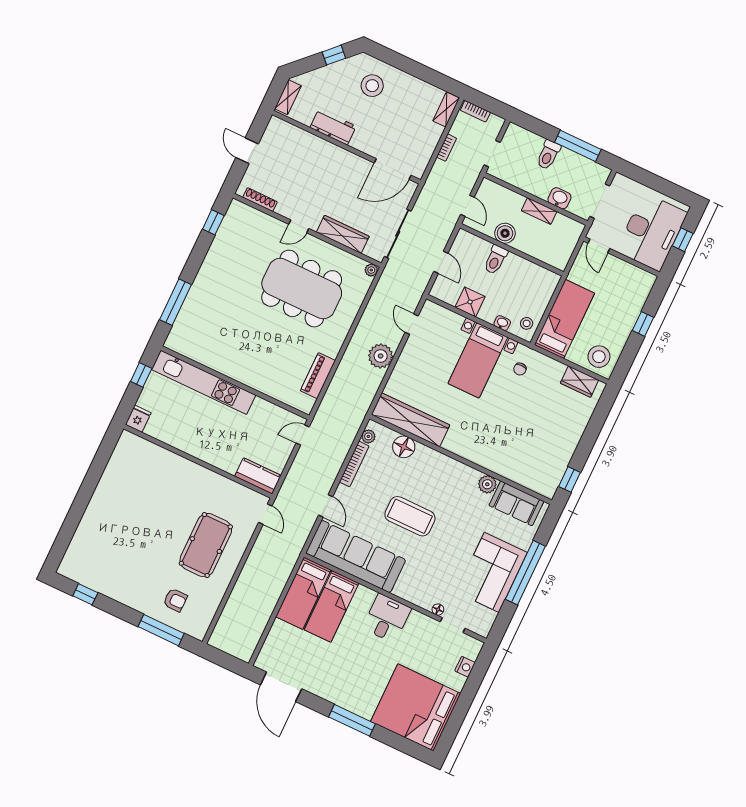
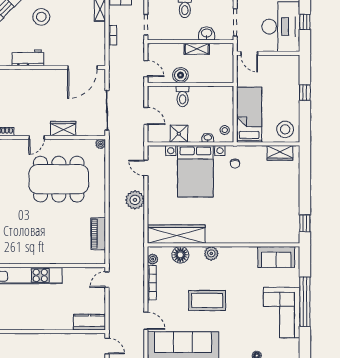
wardrobe: (343, 234) -> (63, 129), width x0.67
bed with nightstands: (478, 360) -> (195, 171), width x1.36
plant: (487, 484) -> (211, 253), moved

